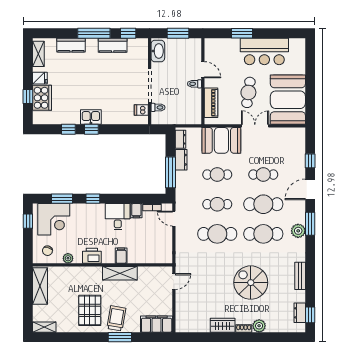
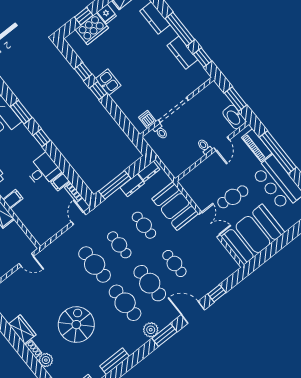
window: (242, 33) -> (278, 152), width x2.11
washbasin: (158, 51) -> (234, 117), moved, turned 90
piano: (211, 103) -> (257, 145), moved, turned 90

